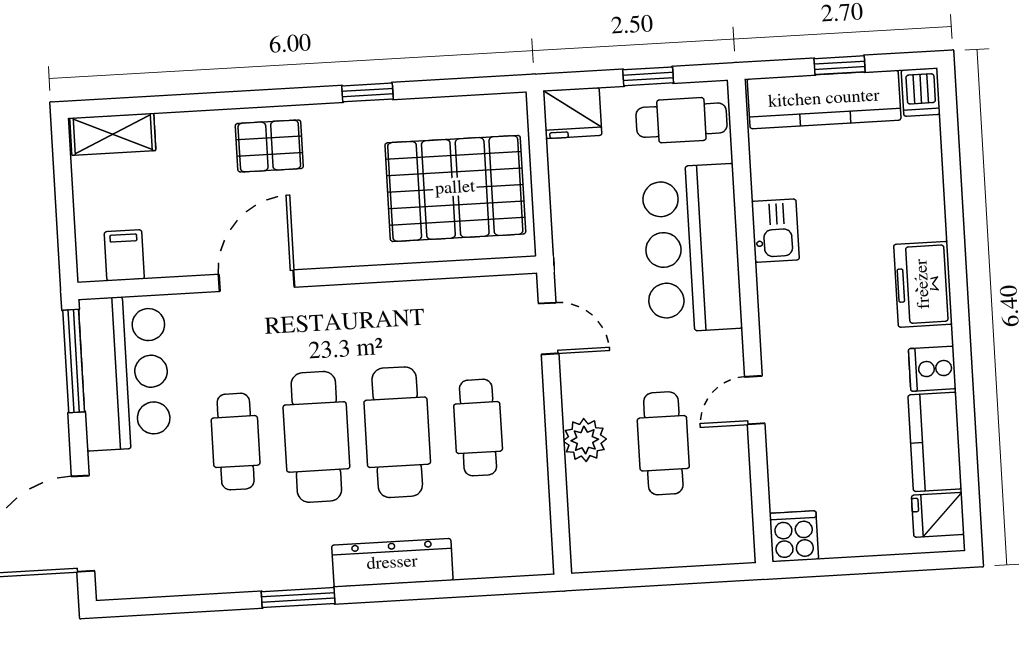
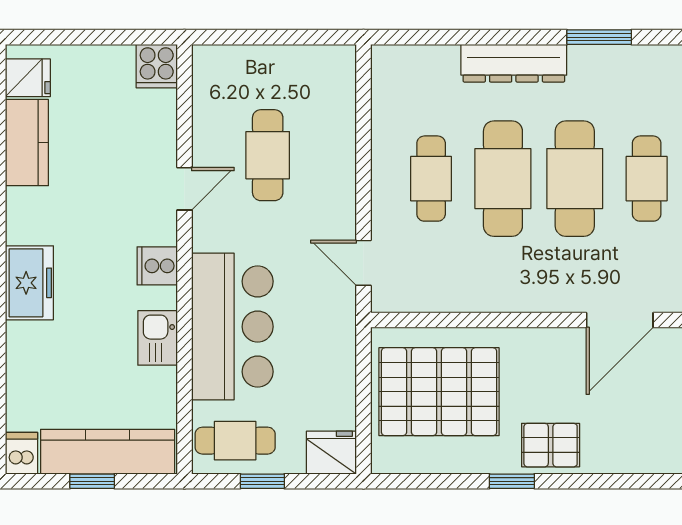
pallet: (269, 146) -> (551, 445), moved
cooker: (932, 369) -> (157, 266), moved, turned 180
plant: (585, 440) -> (337, 162), removed

